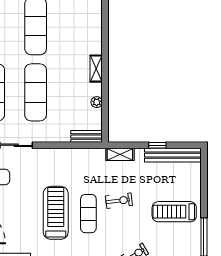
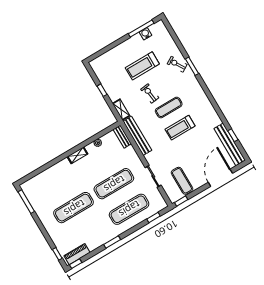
bench: (173, 155) -> (137, 136), moved
treadmill: (174, 212) -> (142, 66), moved, turned 90
treadmill: (56, 213) -> (180, 128), width x0.73, depth x0.73
water cooler: (195, 239) -> (145, 34), added

